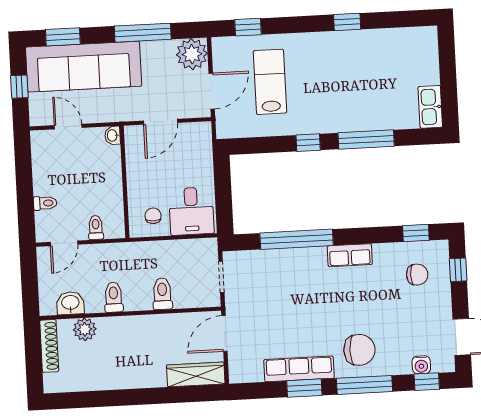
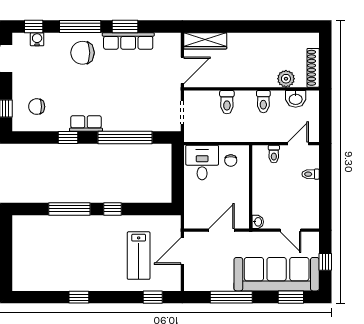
plant: (192, 54) -> (196, 279), removed
kitchen sink: (430, 107) -> (20, 231), removed
window: (416, 233) -> (68, 137), moved

